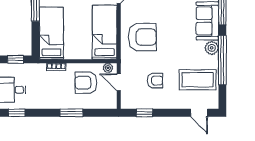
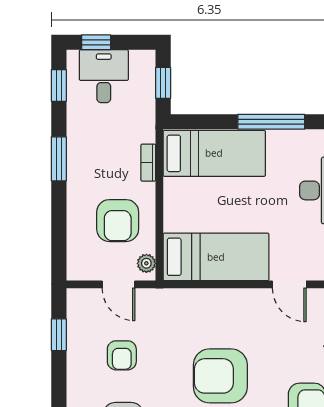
armchair: (142, 37) -> (220, 376), moved, turned 90
door: (119, 82) -> (118, 284), swing flipped
armchair: (86, 83) -> (118, 221), turned 180
window: (72, 113) -> (59, 159), moved

